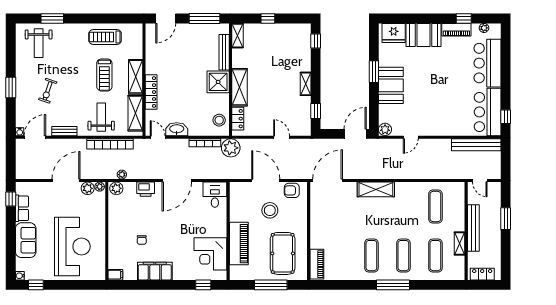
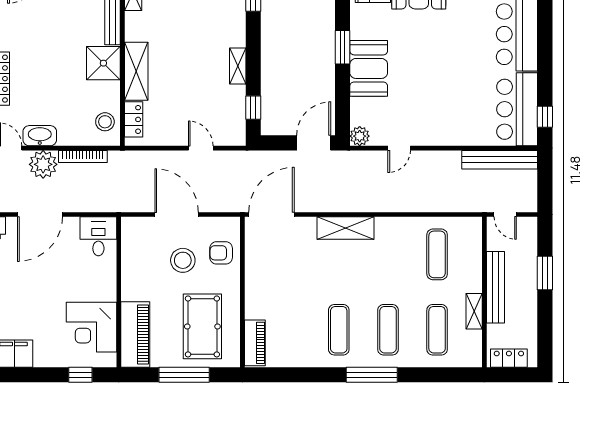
plant: (231, 148) -> (43, 164), moved
armchair: (292, 190) -> (221, 253), moved
piano: (239, 244) -> (135, 335), moved

